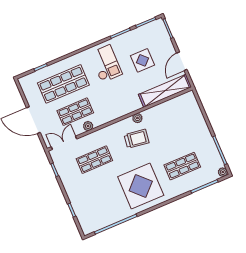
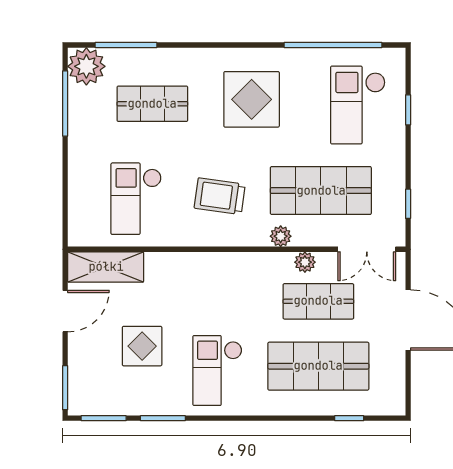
shelving: (165, 91) -> (106, 267), width x0.68
plant: (137, 118) -> (281, 236), moved
checkout: (172, 122) -> (136, 199), added
shop shelf: (94, 160) -> (321, 191), width x1.43, depth x1.36
plant: (223, 172) -> (86, 66), width x1.88, depth x1.88
display table: (141, 186) -> (252, 99), width x0.73, depth x0.73
checkout: (94, 203) -> (358, 105), added

